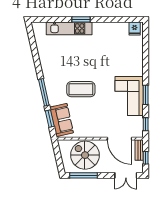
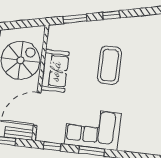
window: (44, 92) -> (111, 15), width x0.46
sofa: (62, 120) -> (55, 71), moved, turned -77

